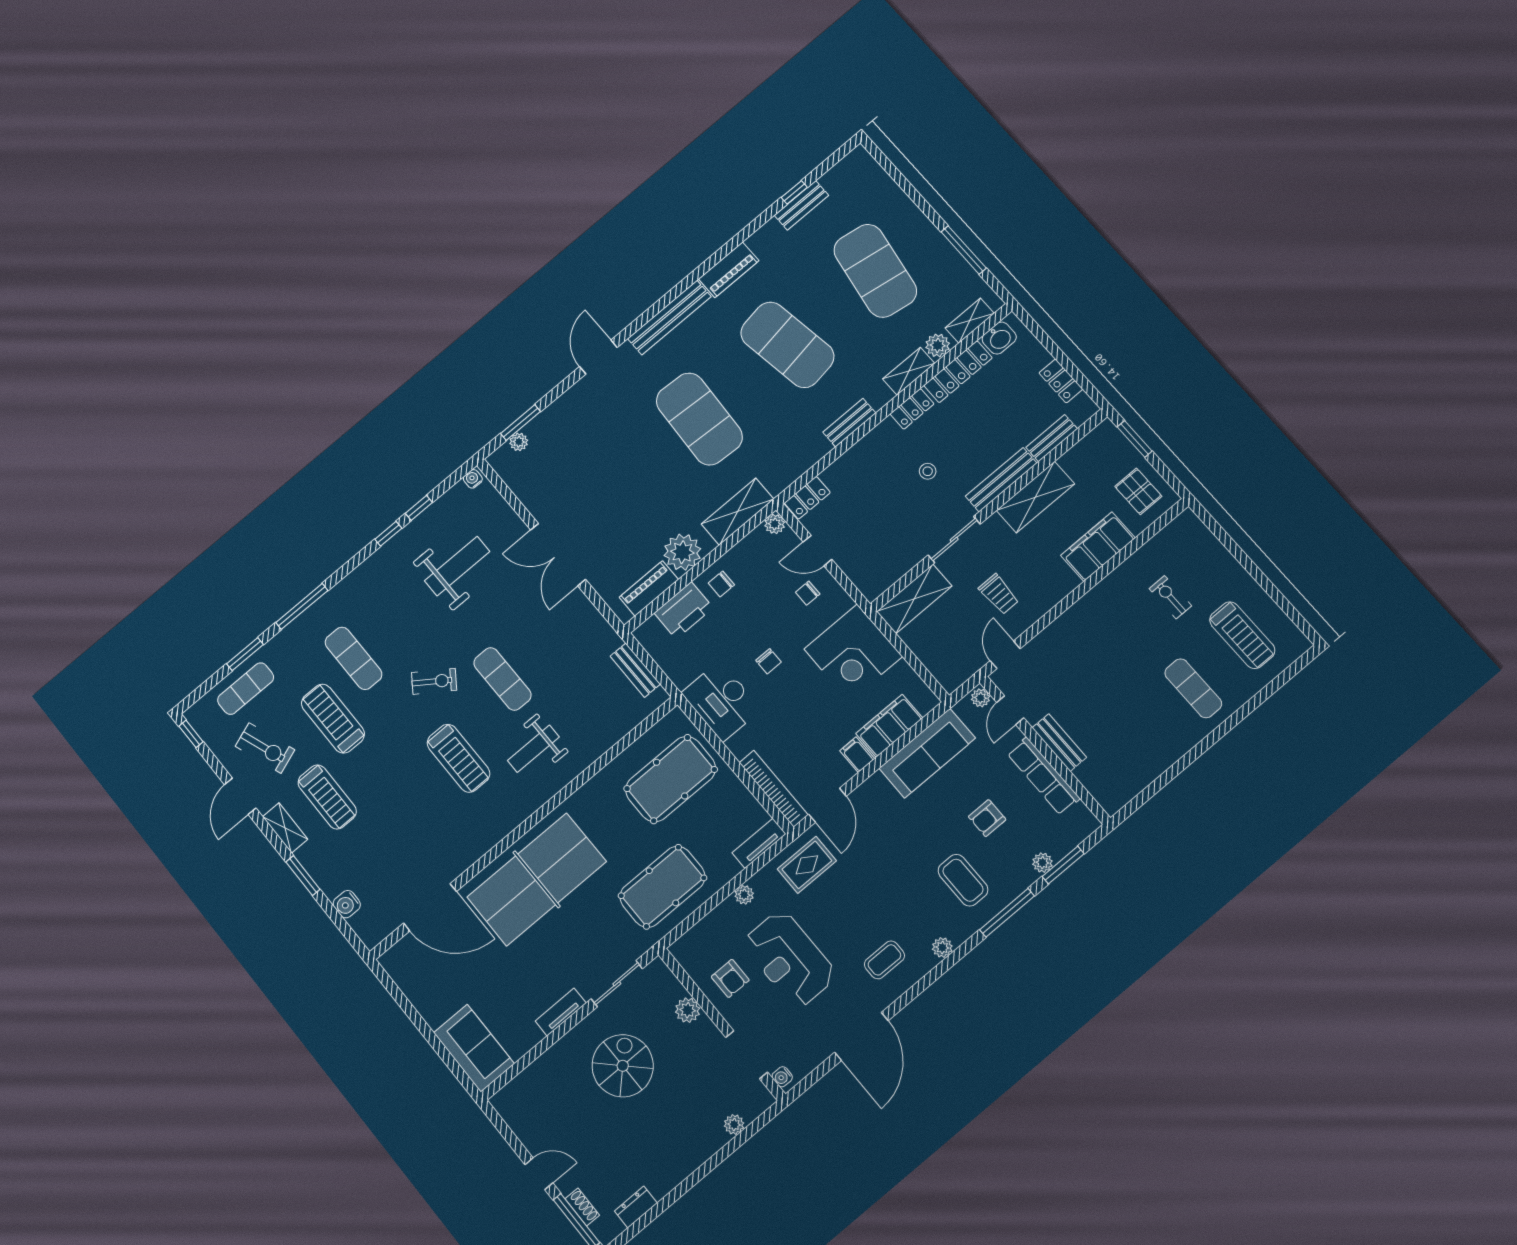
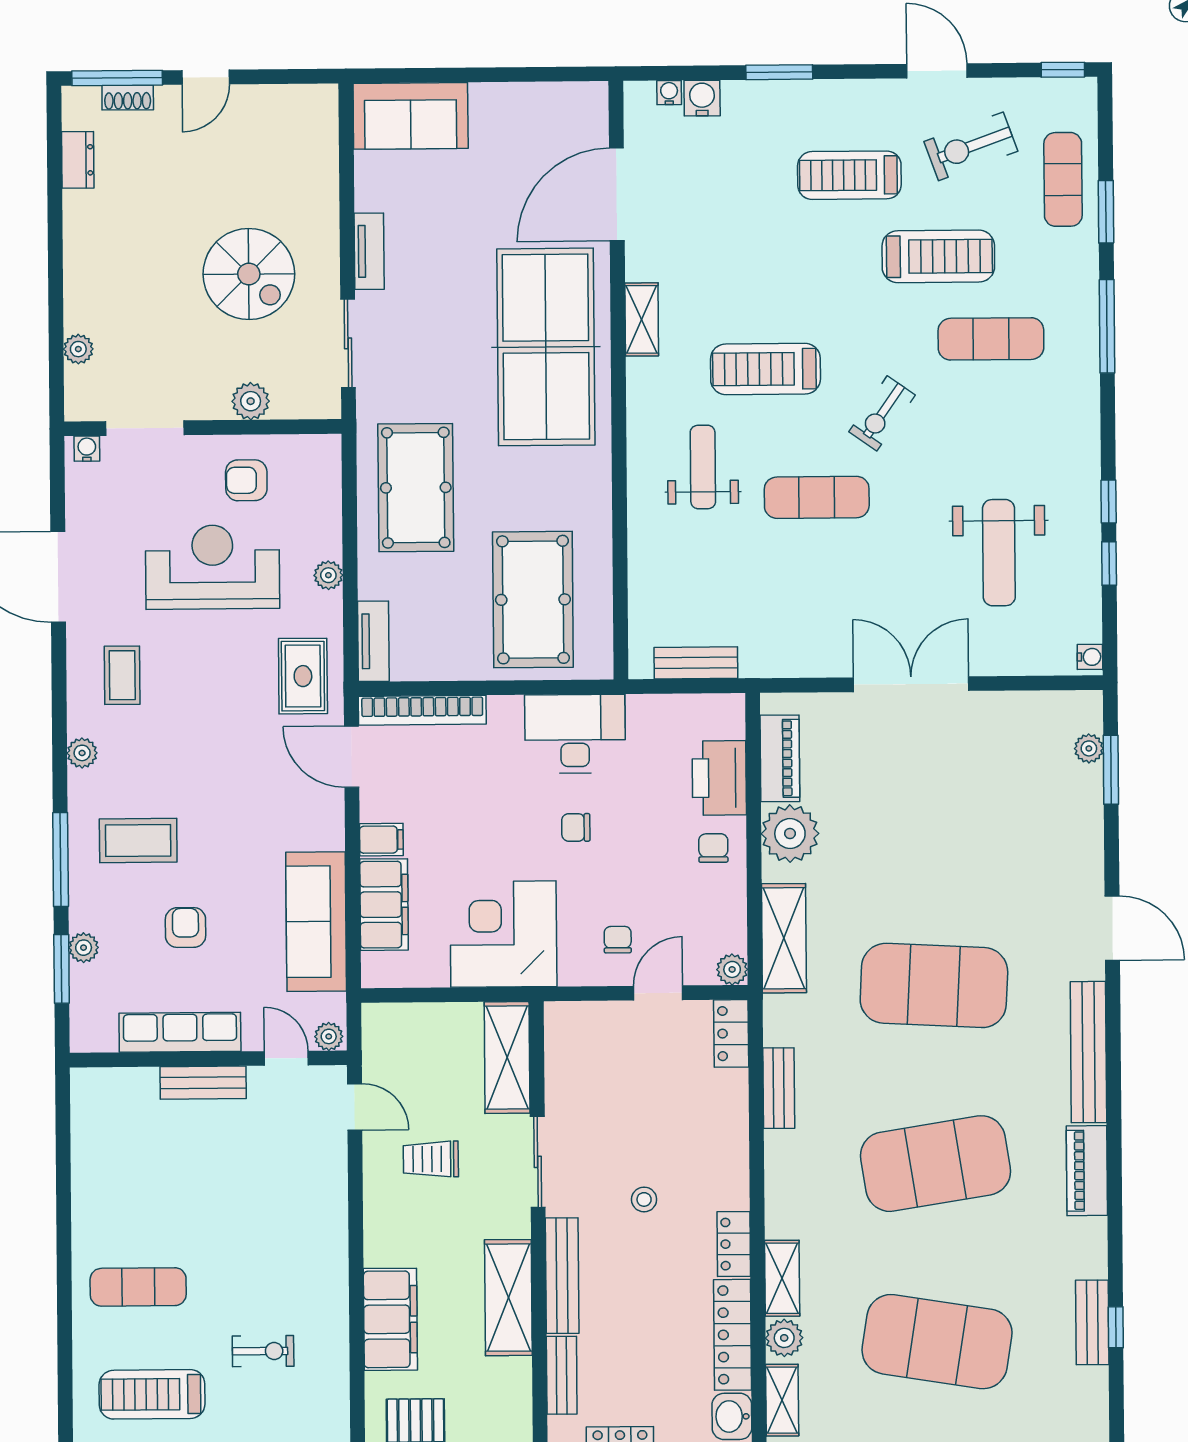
bench: (849, 423) -> (779, 1088), moved
shelving: (285, 828) -> (642, 319), moved, turned 90
water cooler: (357, 923) -> (669, 93), added

